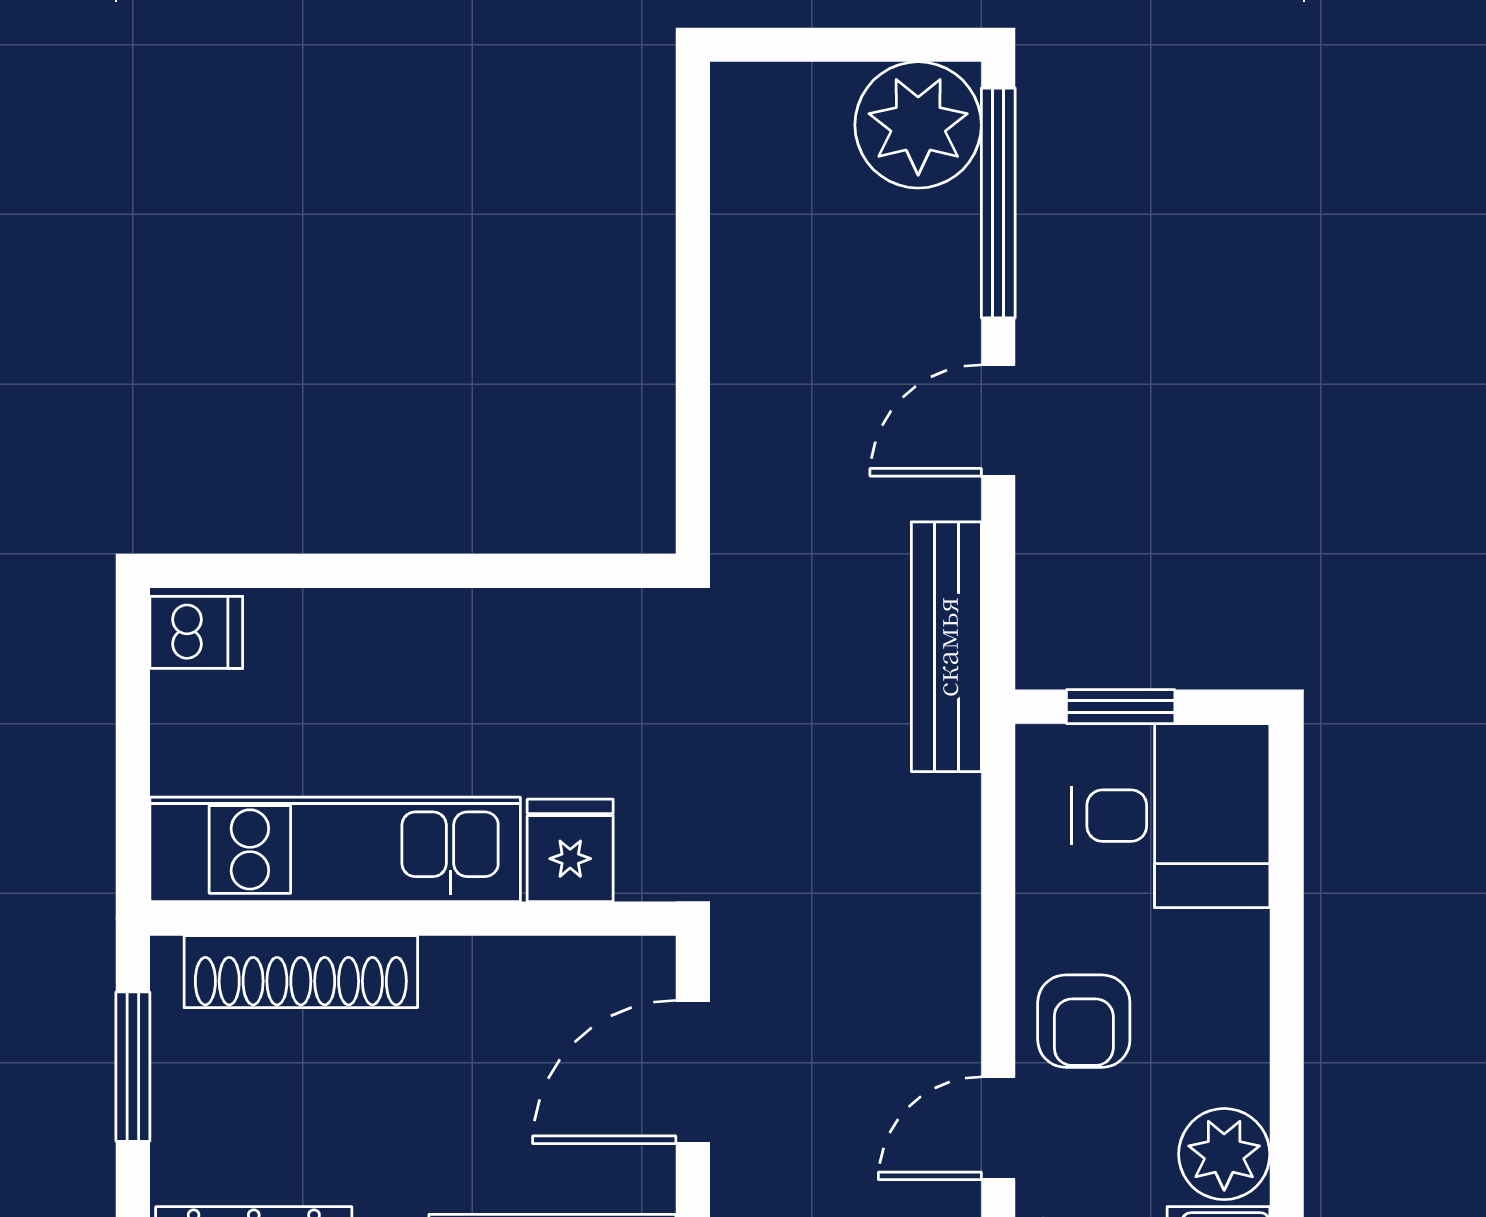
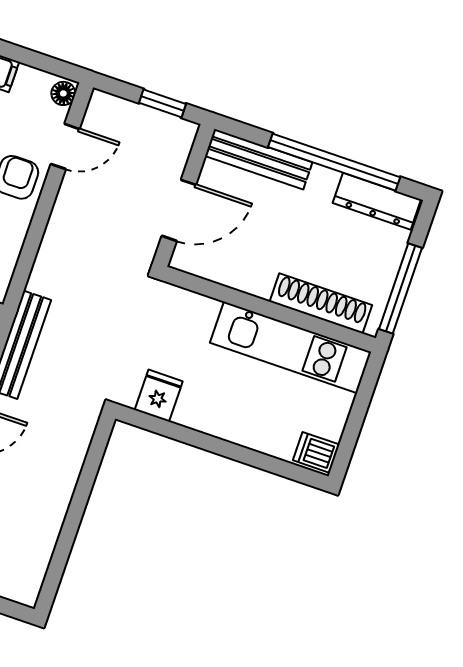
fridge: (570, 850) -> (159, 396), moved, turned 180
window: (133, 1067) -> (401, 289), width x1.44

